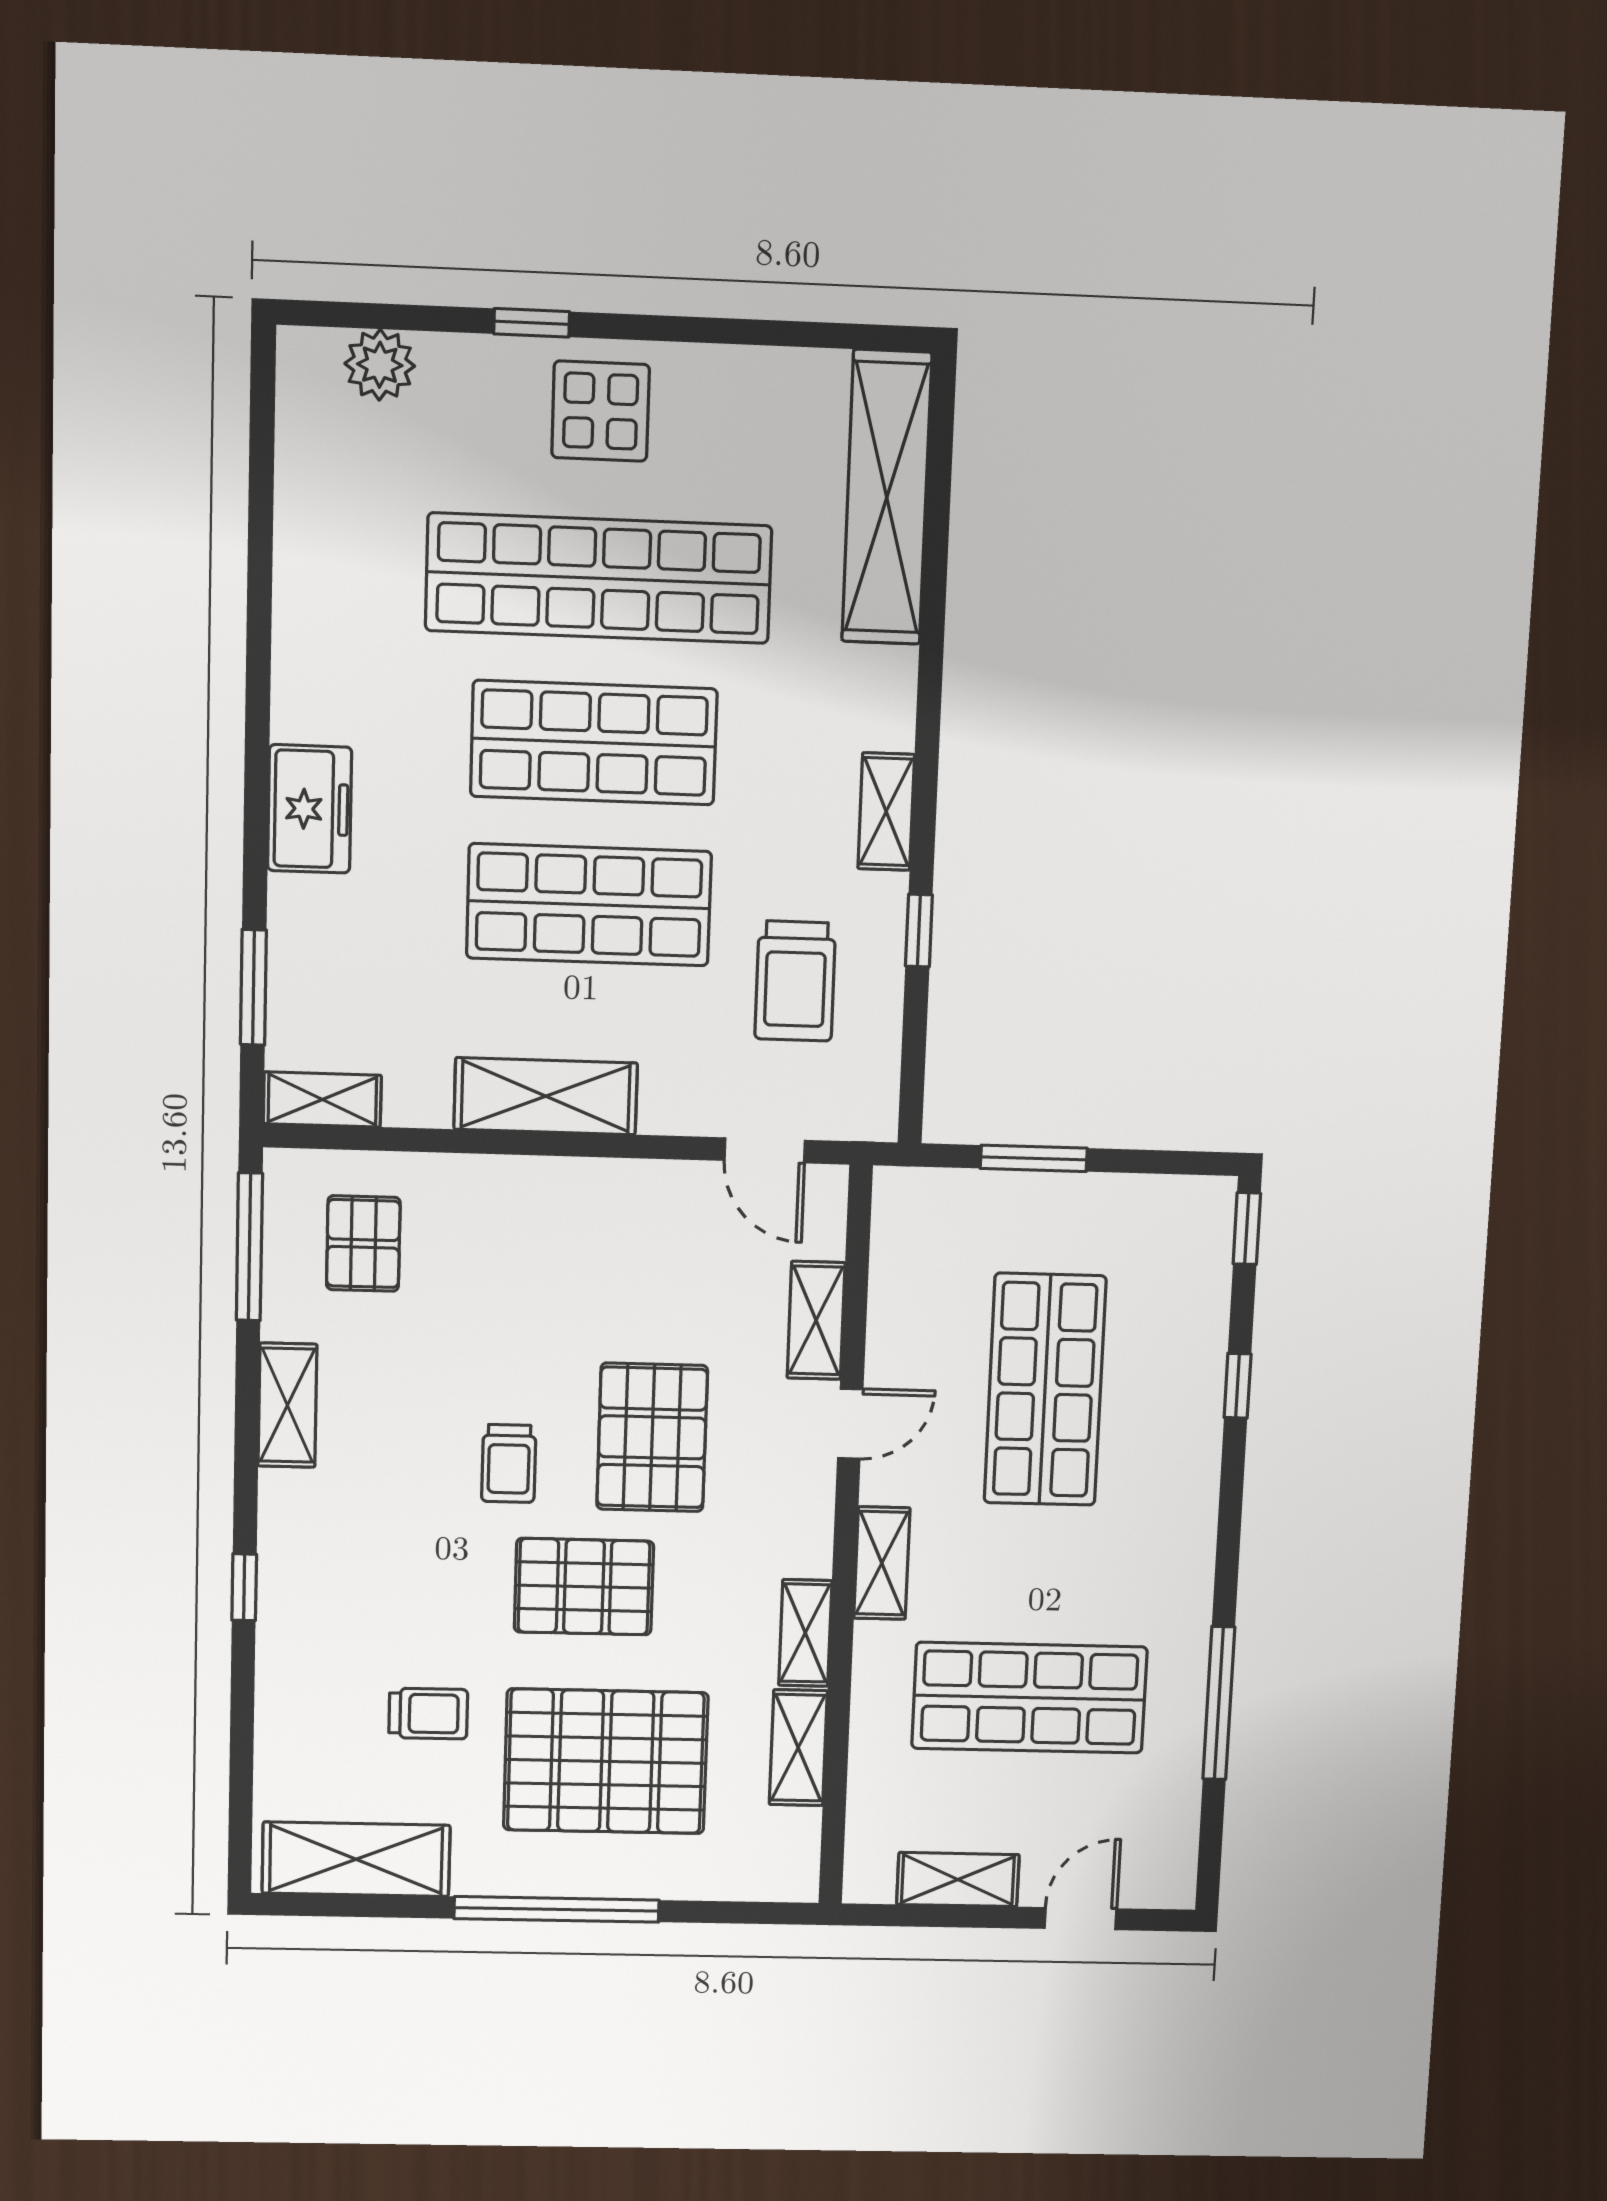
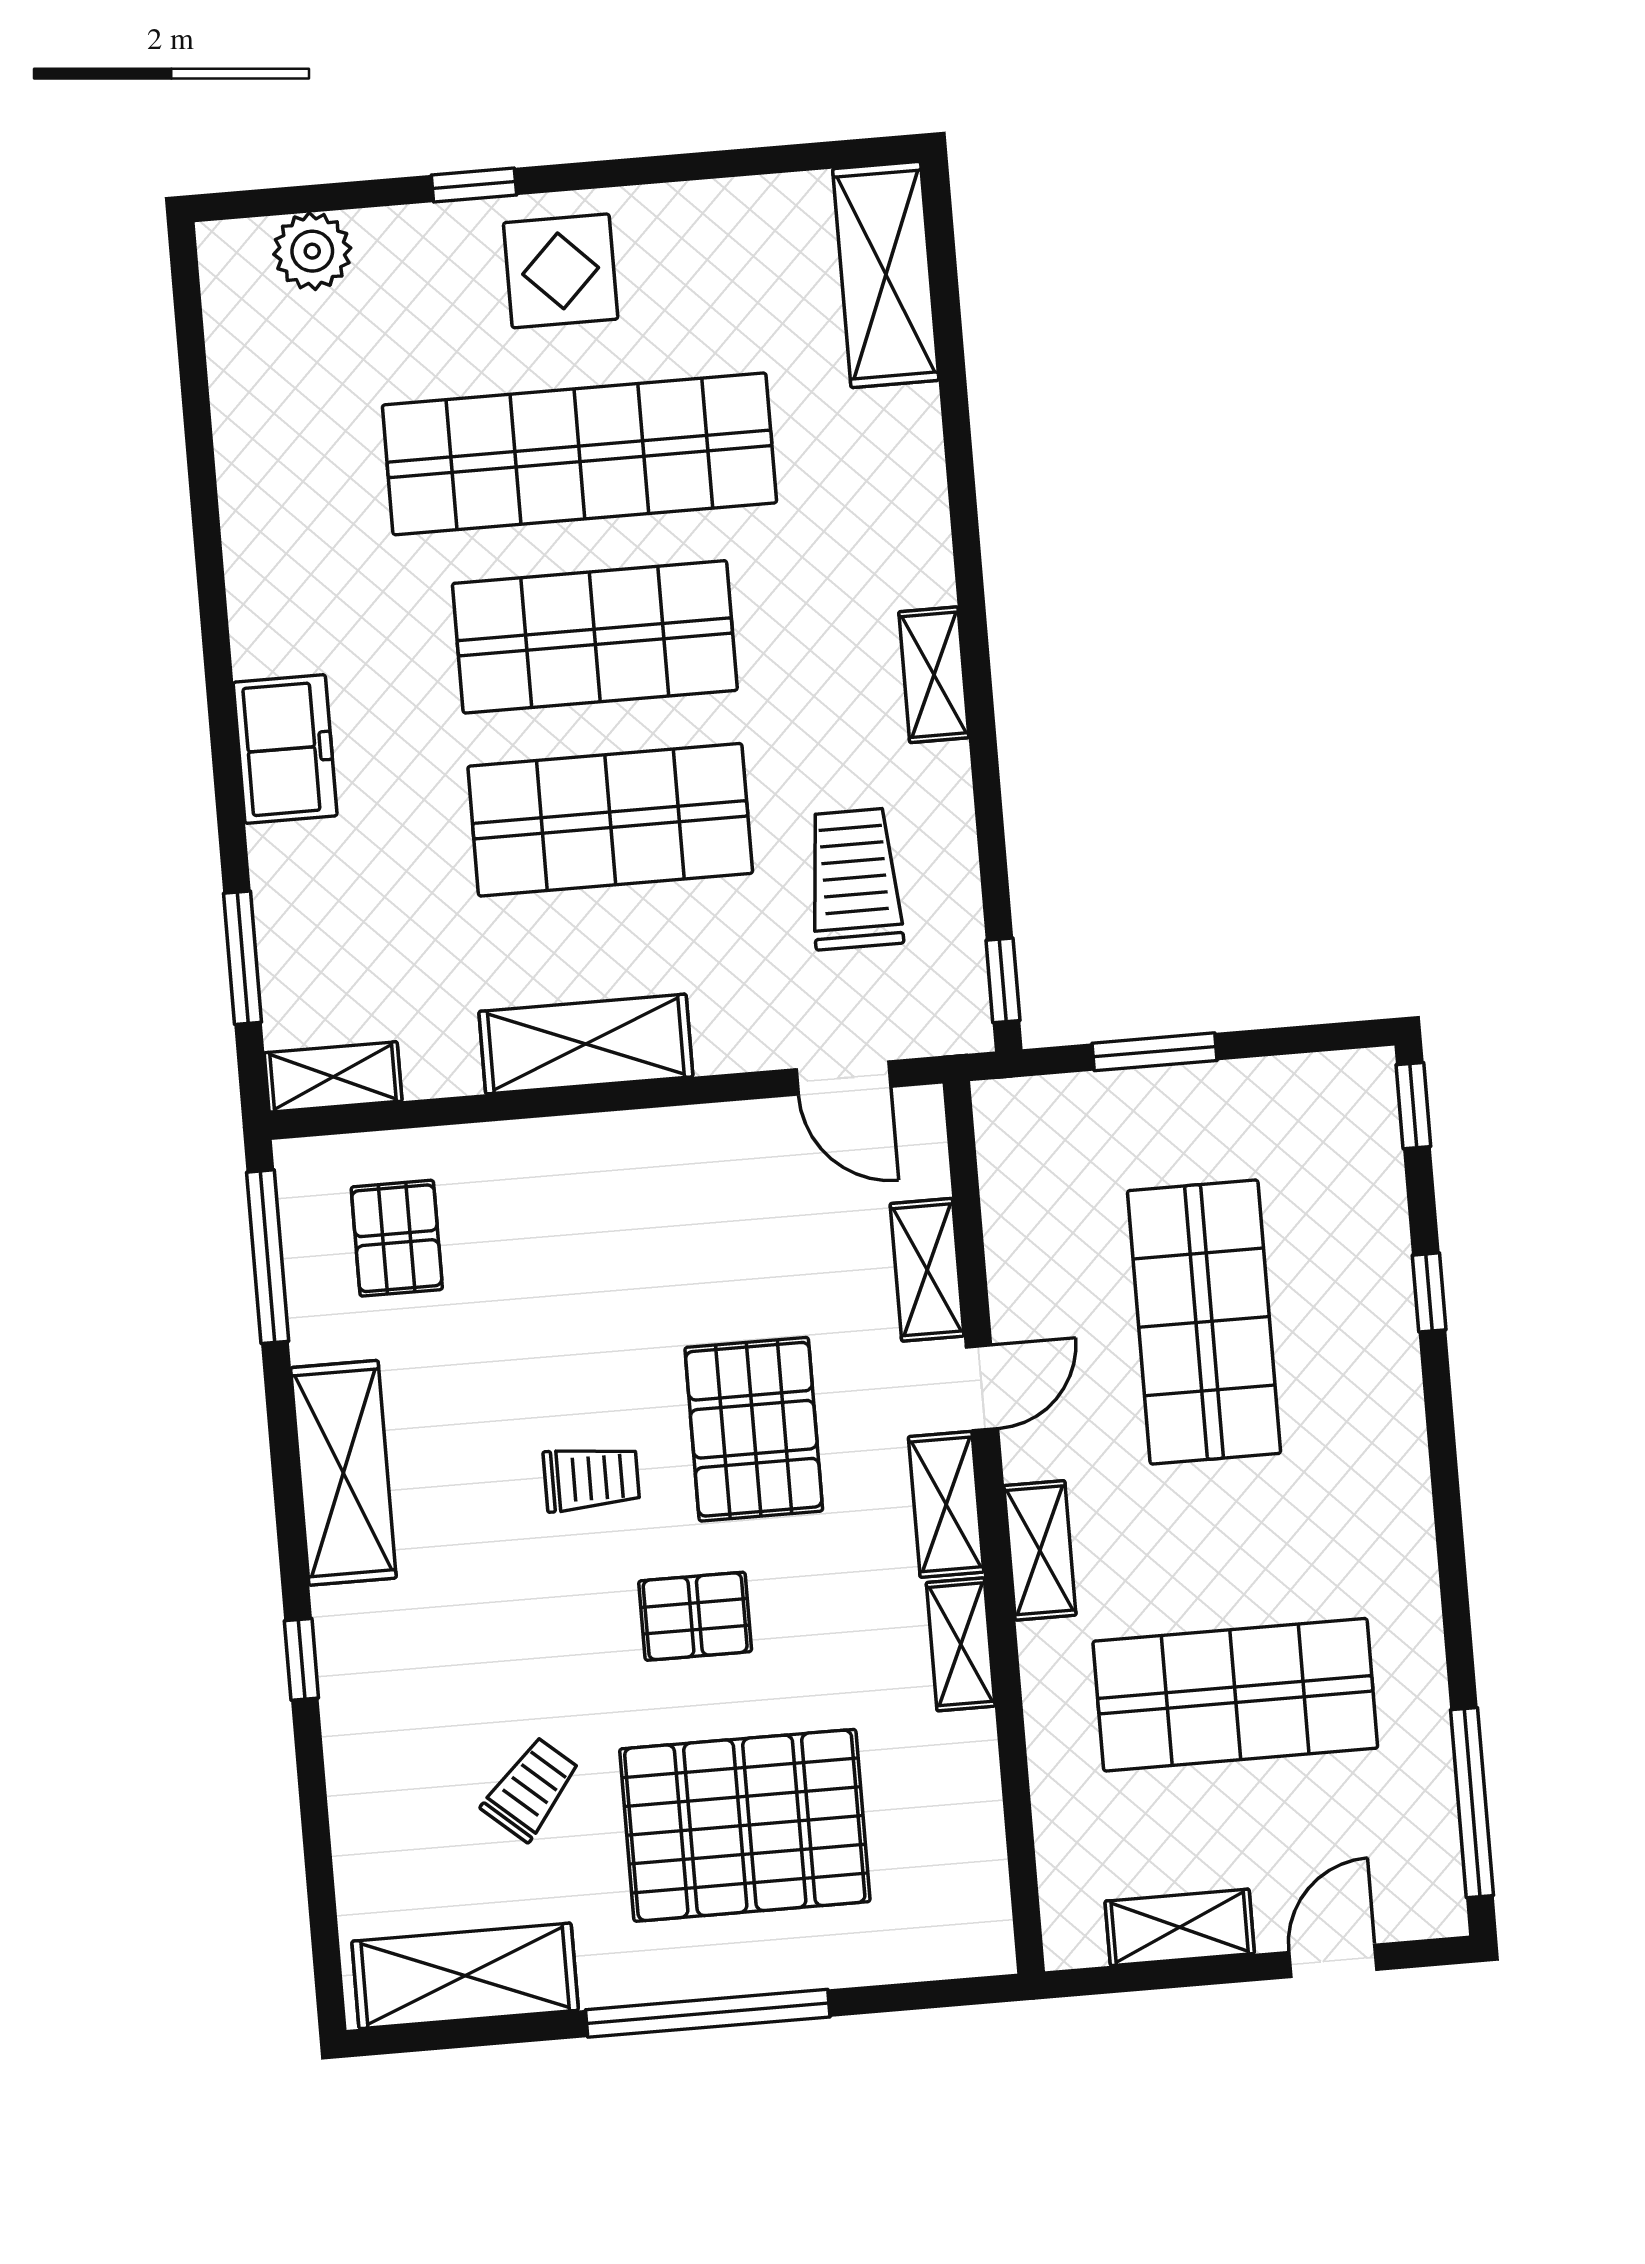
shelving: (887, 498) -> (886, 275), width x0.68
window: (919, 931) -> (1003, 980), moved
trolley: (795, 981) -> (854, 879), turned 180
shelving: (287, 1405) -> (343, 1473), width x1.50, depth x1.33
trolley: (509, 1463) -> (591, 1478), turned -90
pallet: (584, 1587) -> (695, 1616), width x0.67, depth x0.71
window: (1219, 1703) -> (1472, 1803), moved
trolley: (428, 1714) -> (531, 1789), turned -49
shelving: (798, 1748) -> (946, 1504), moved

